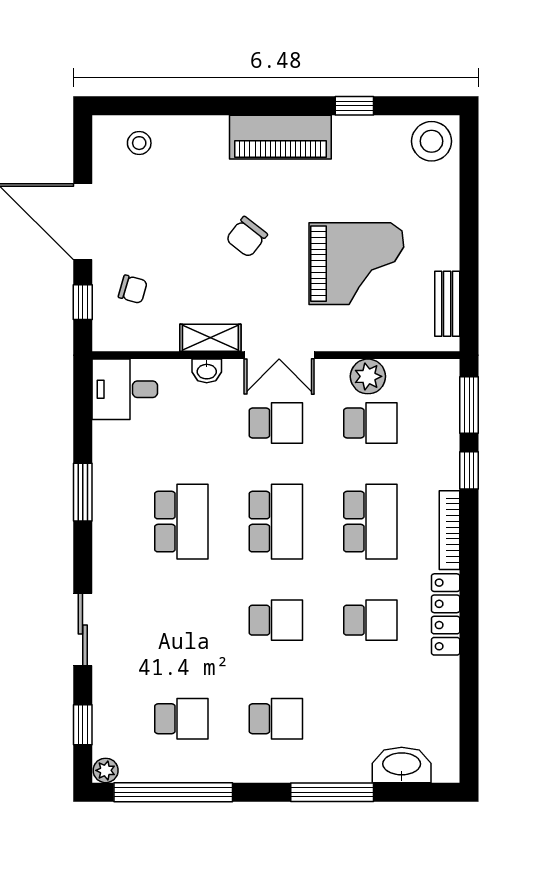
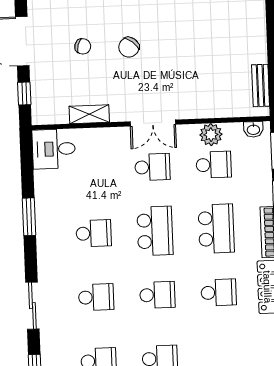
grand piano: (356, 264) -> (201, 62), removed
chair: (133, 289) -> (83, 46), moved
shelving: (210, 338) -> (89, 114), moved
washbasin: (207, 371) -> (253, 129), moved
school desk: (181, 522) -> (94, 233), width x0.54
school desk: (181, 620) -> (96, 297), added

